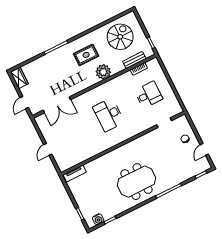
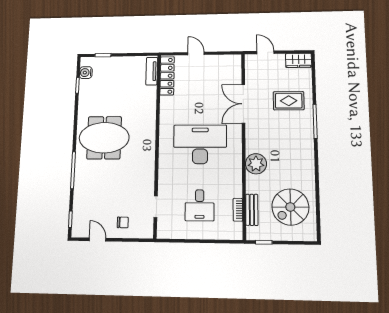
spiral stairs: (120, 37) -> (290, 207), turned 90
rug: (86, 55) -> (289, 101), moved, turned 90
double door: (57, 105) -> (243, 104), moved
desk: (109, 115) -> (200, 144), width x1.36, depth x1.30
locker: (73, 161) -> (167, 76), added
meeting table: (136, 182) -> (104, 138), turned 90

